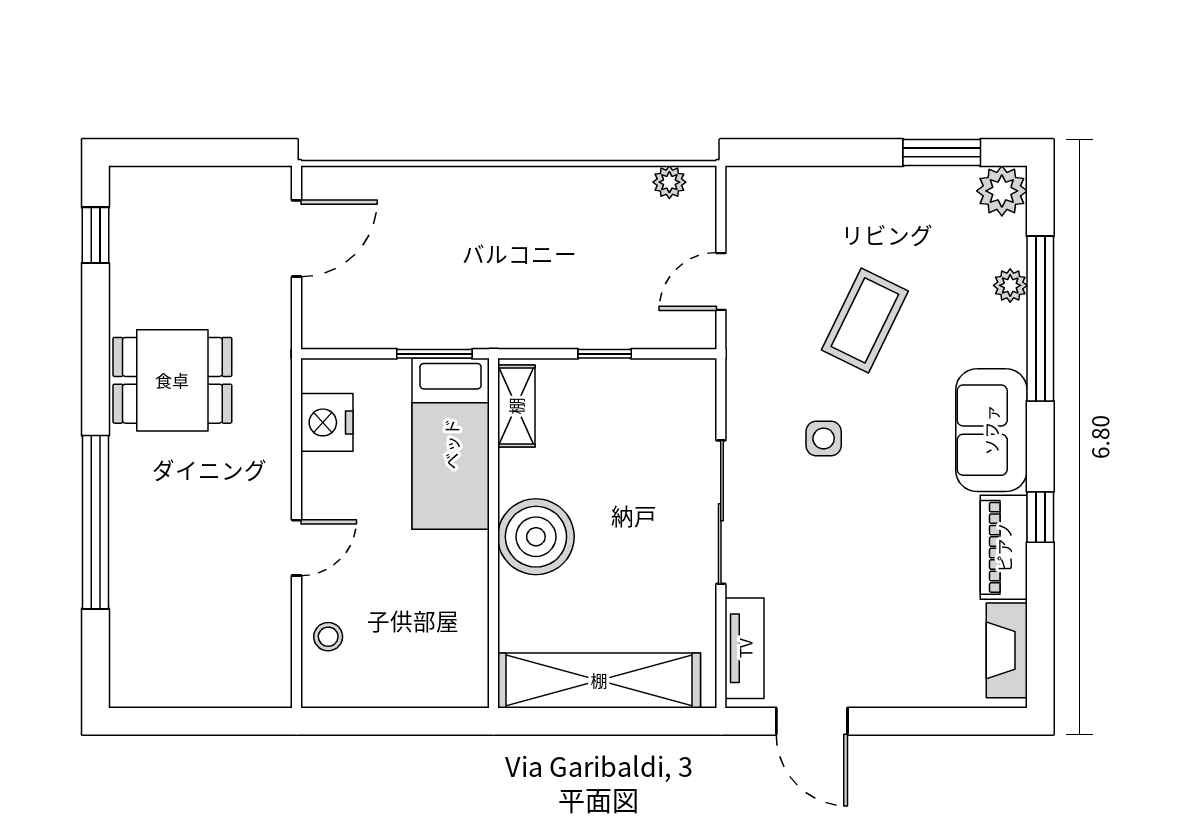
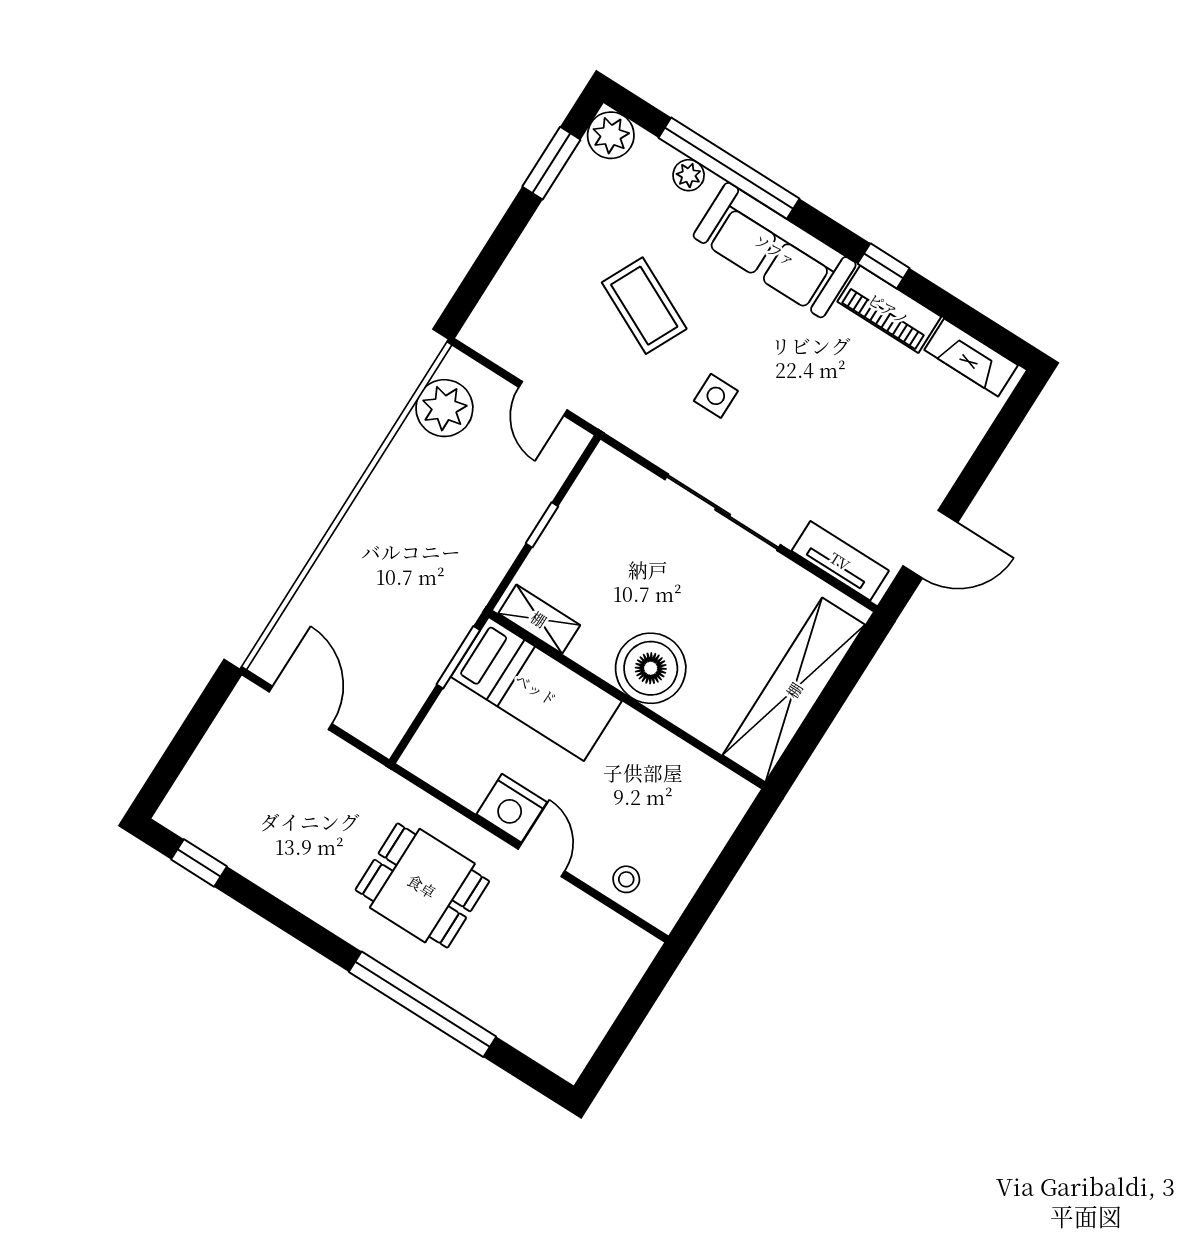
plant: (669, 182) -> (444, 408), width x1.88, depth x1.88
dining table: (172, 380) -> (422, 886), moved, turned 90
nightstand: (327, 422) -> (512, 808), moved
sofa: (991, 430) -> (775, 250), width x1.36

